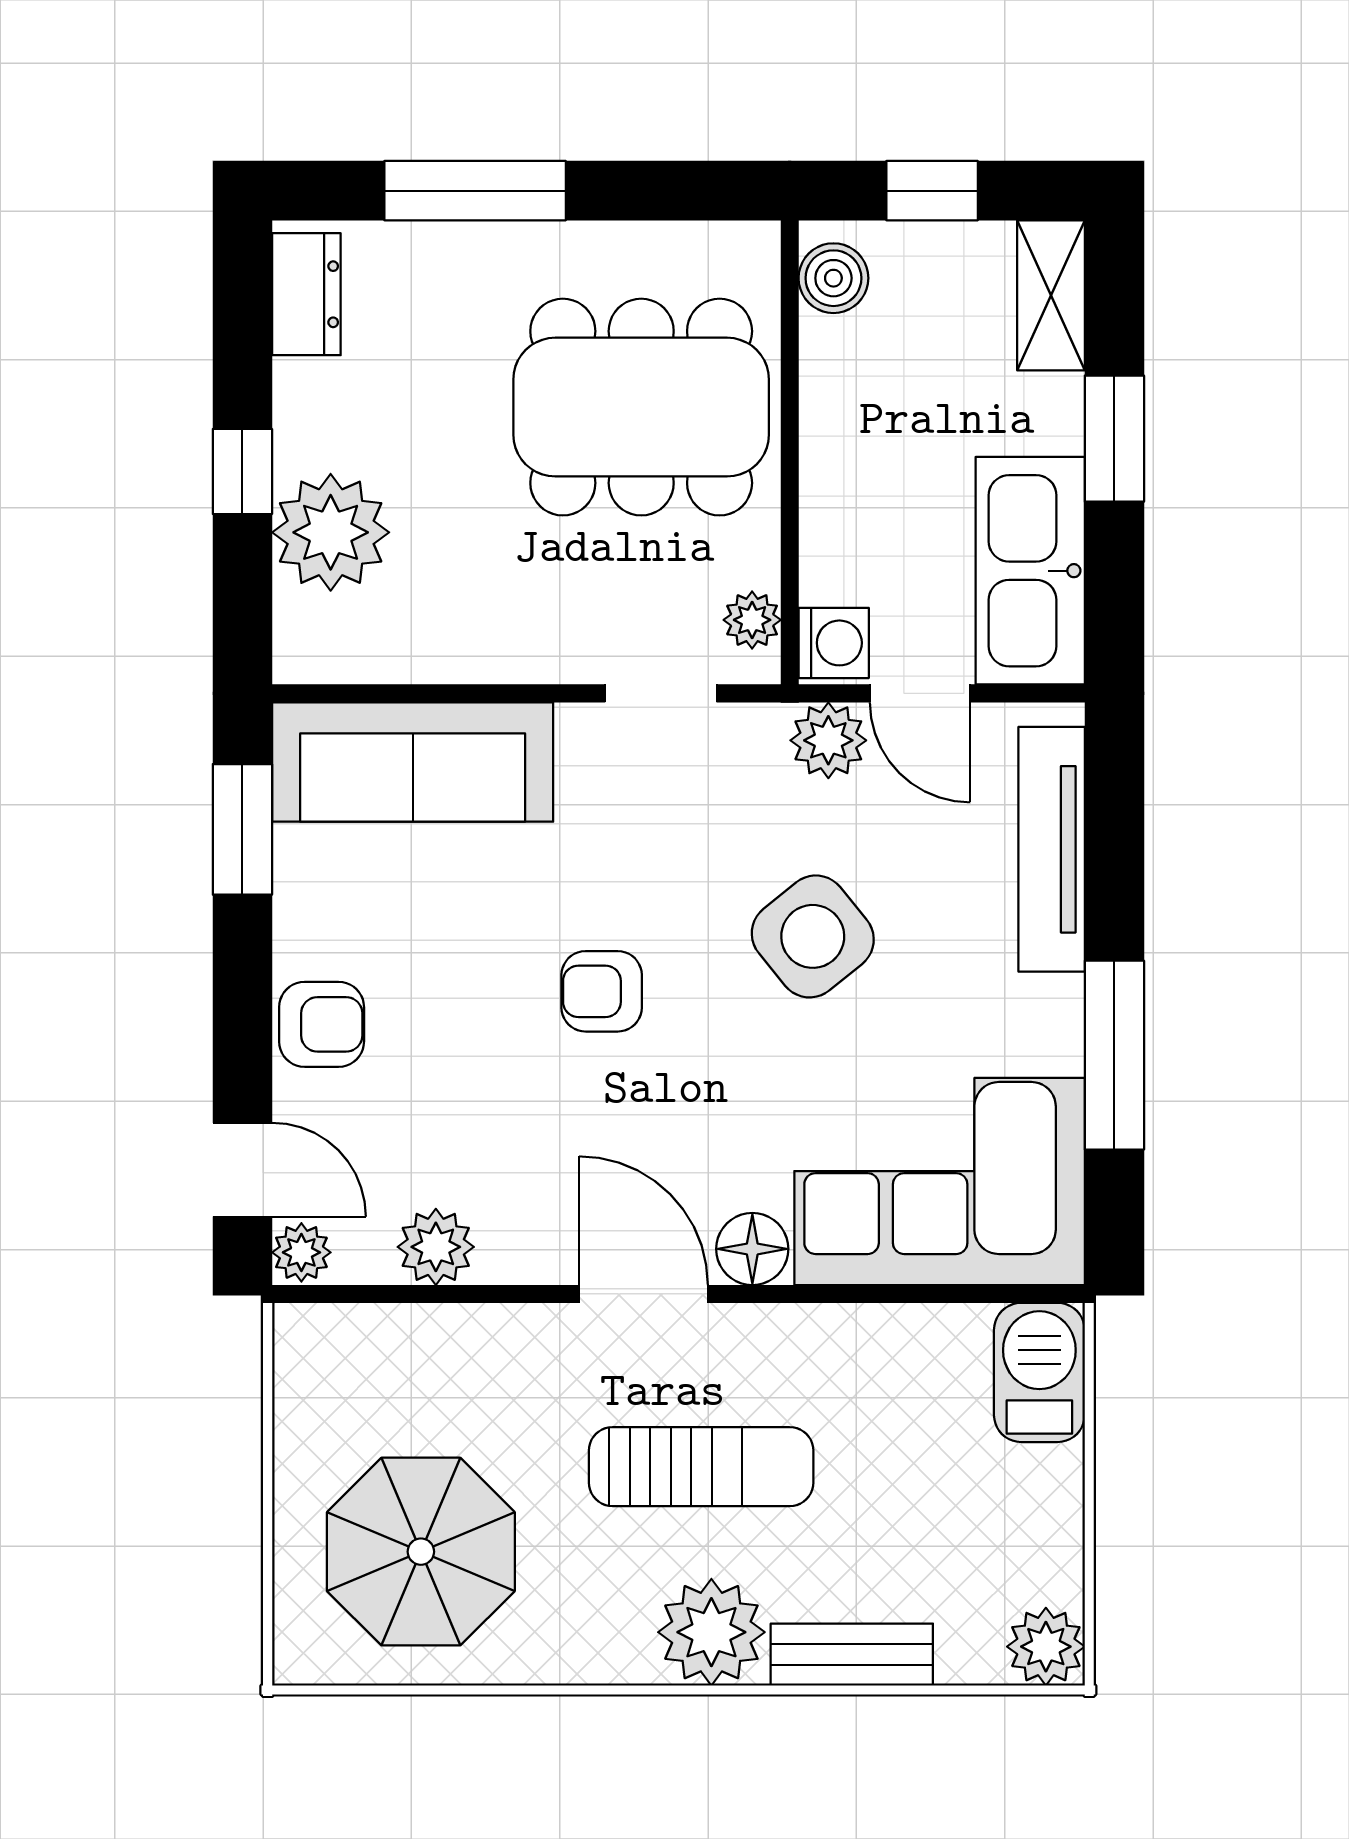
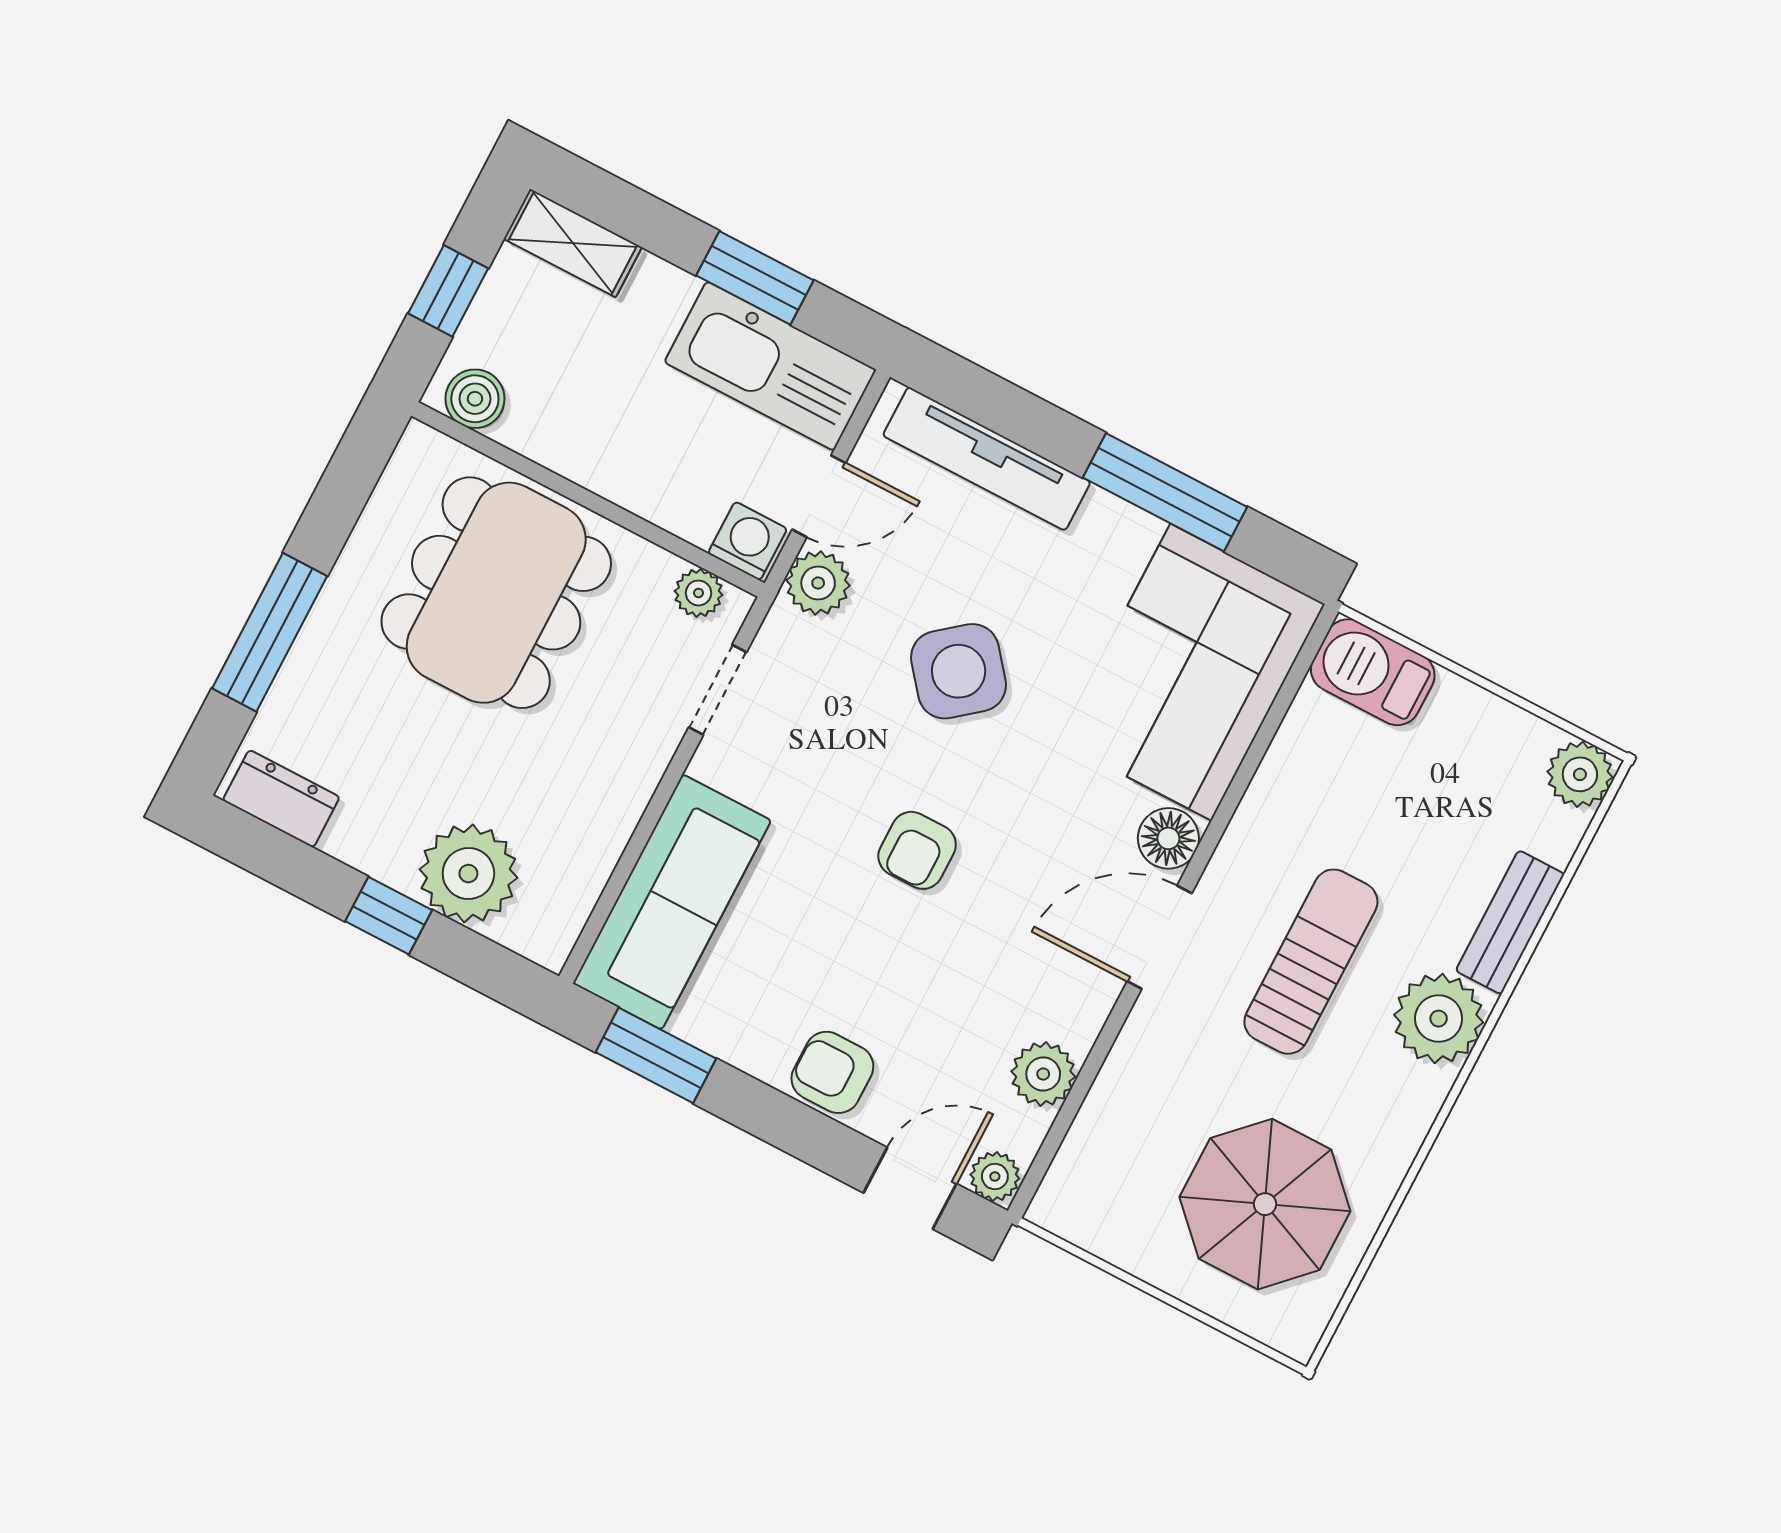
window: (1114, 439) -> (755, 278), moved
armchair: (322, 1024) -> (832, 1072), turned -90

